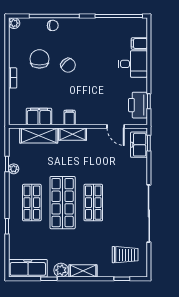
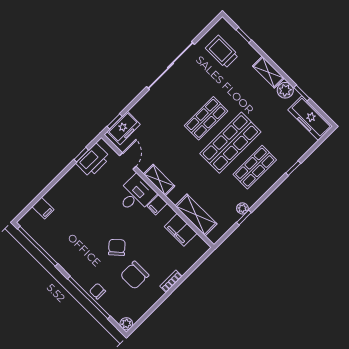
desk: (133, 64) -> (136, 195), moved, turned 90
shelving: (73, 134) -> (159, 180), moved

